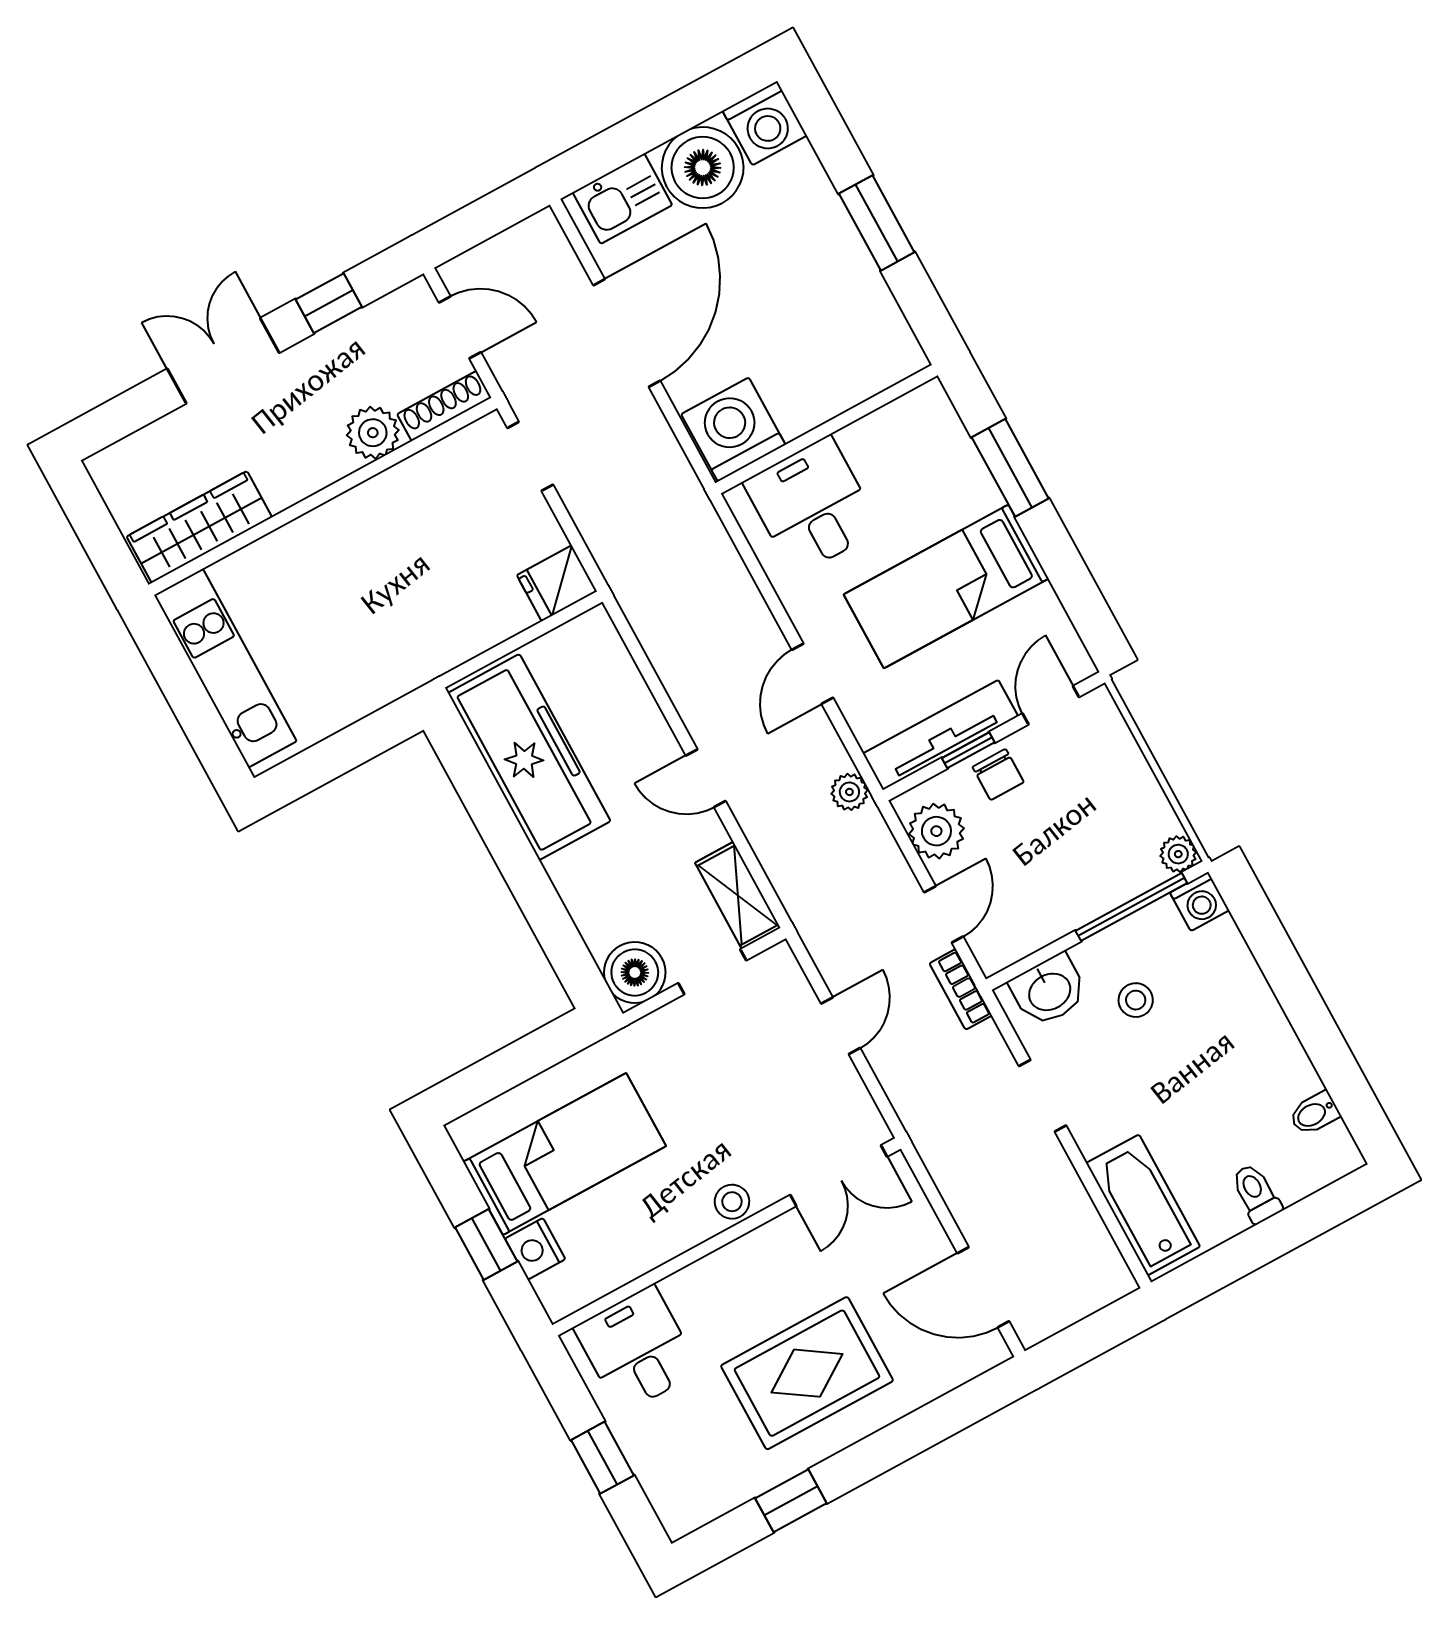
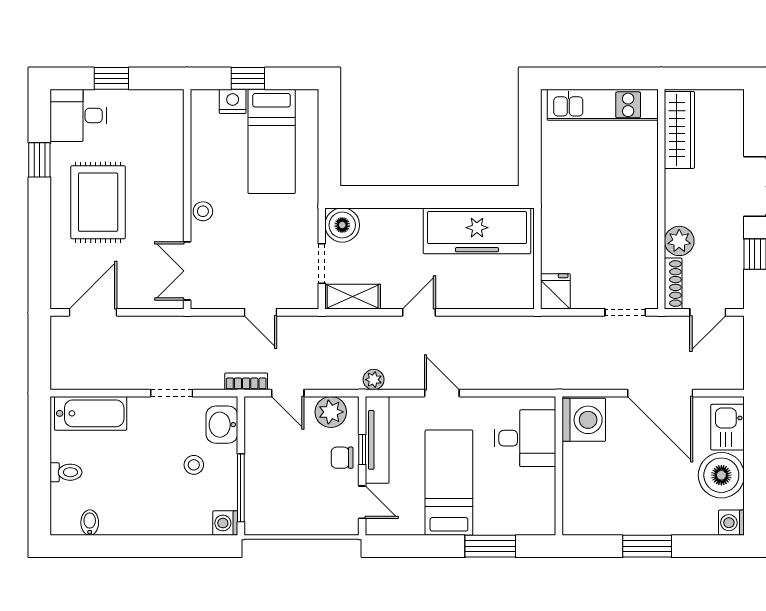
washing machine: (765, 123) -> (731, 523), width x0.73, depth x0.73
plant: (1178, 854) -> (254, 525), removed
desk: (637, 1349) -> (78, 115), moved, turned 180

